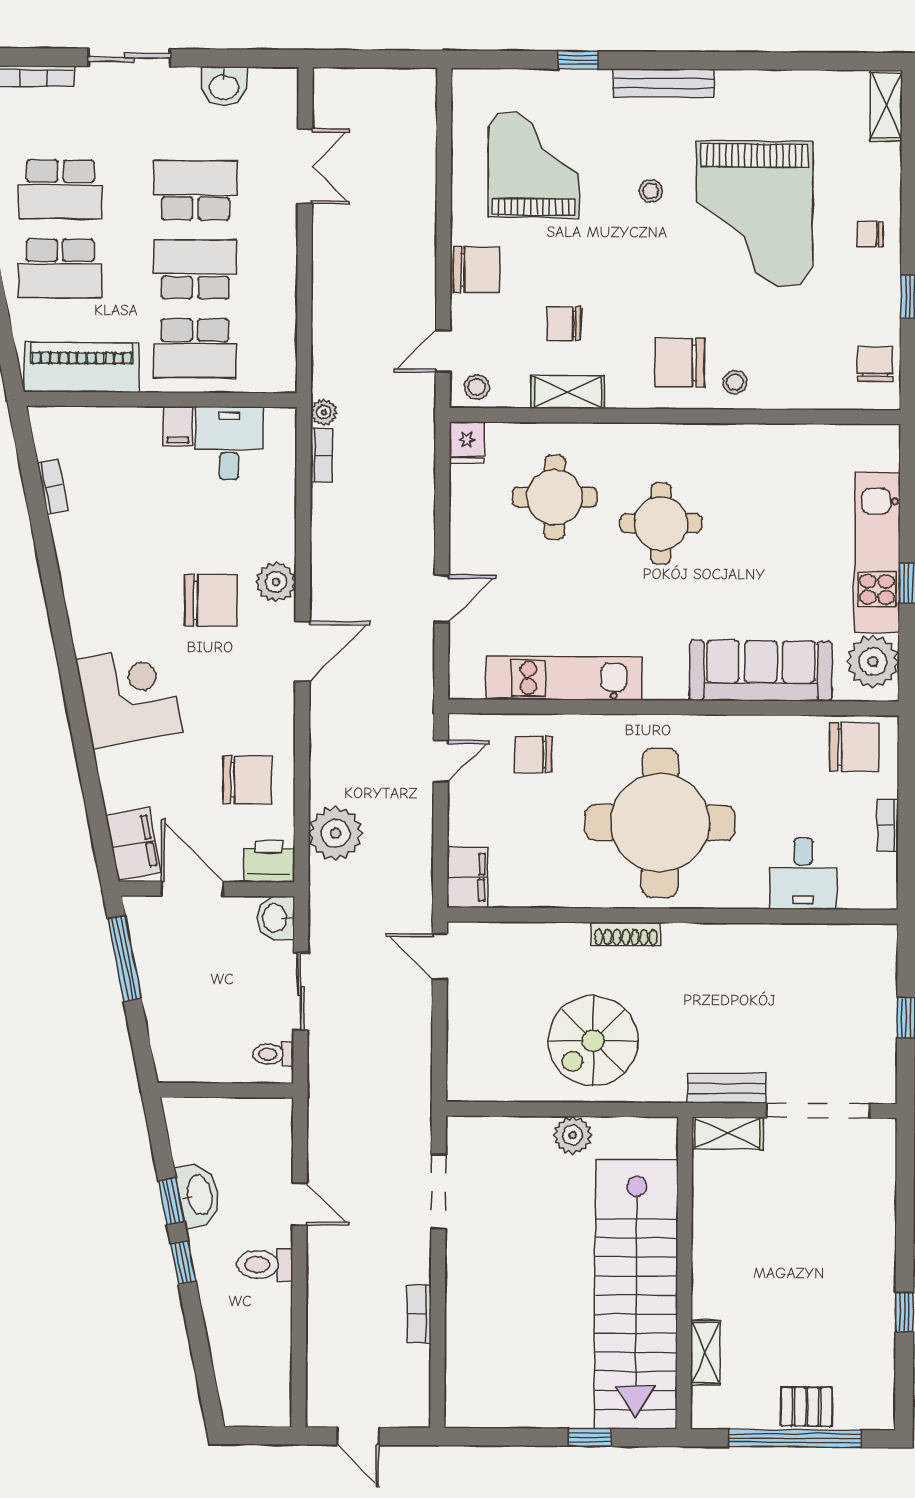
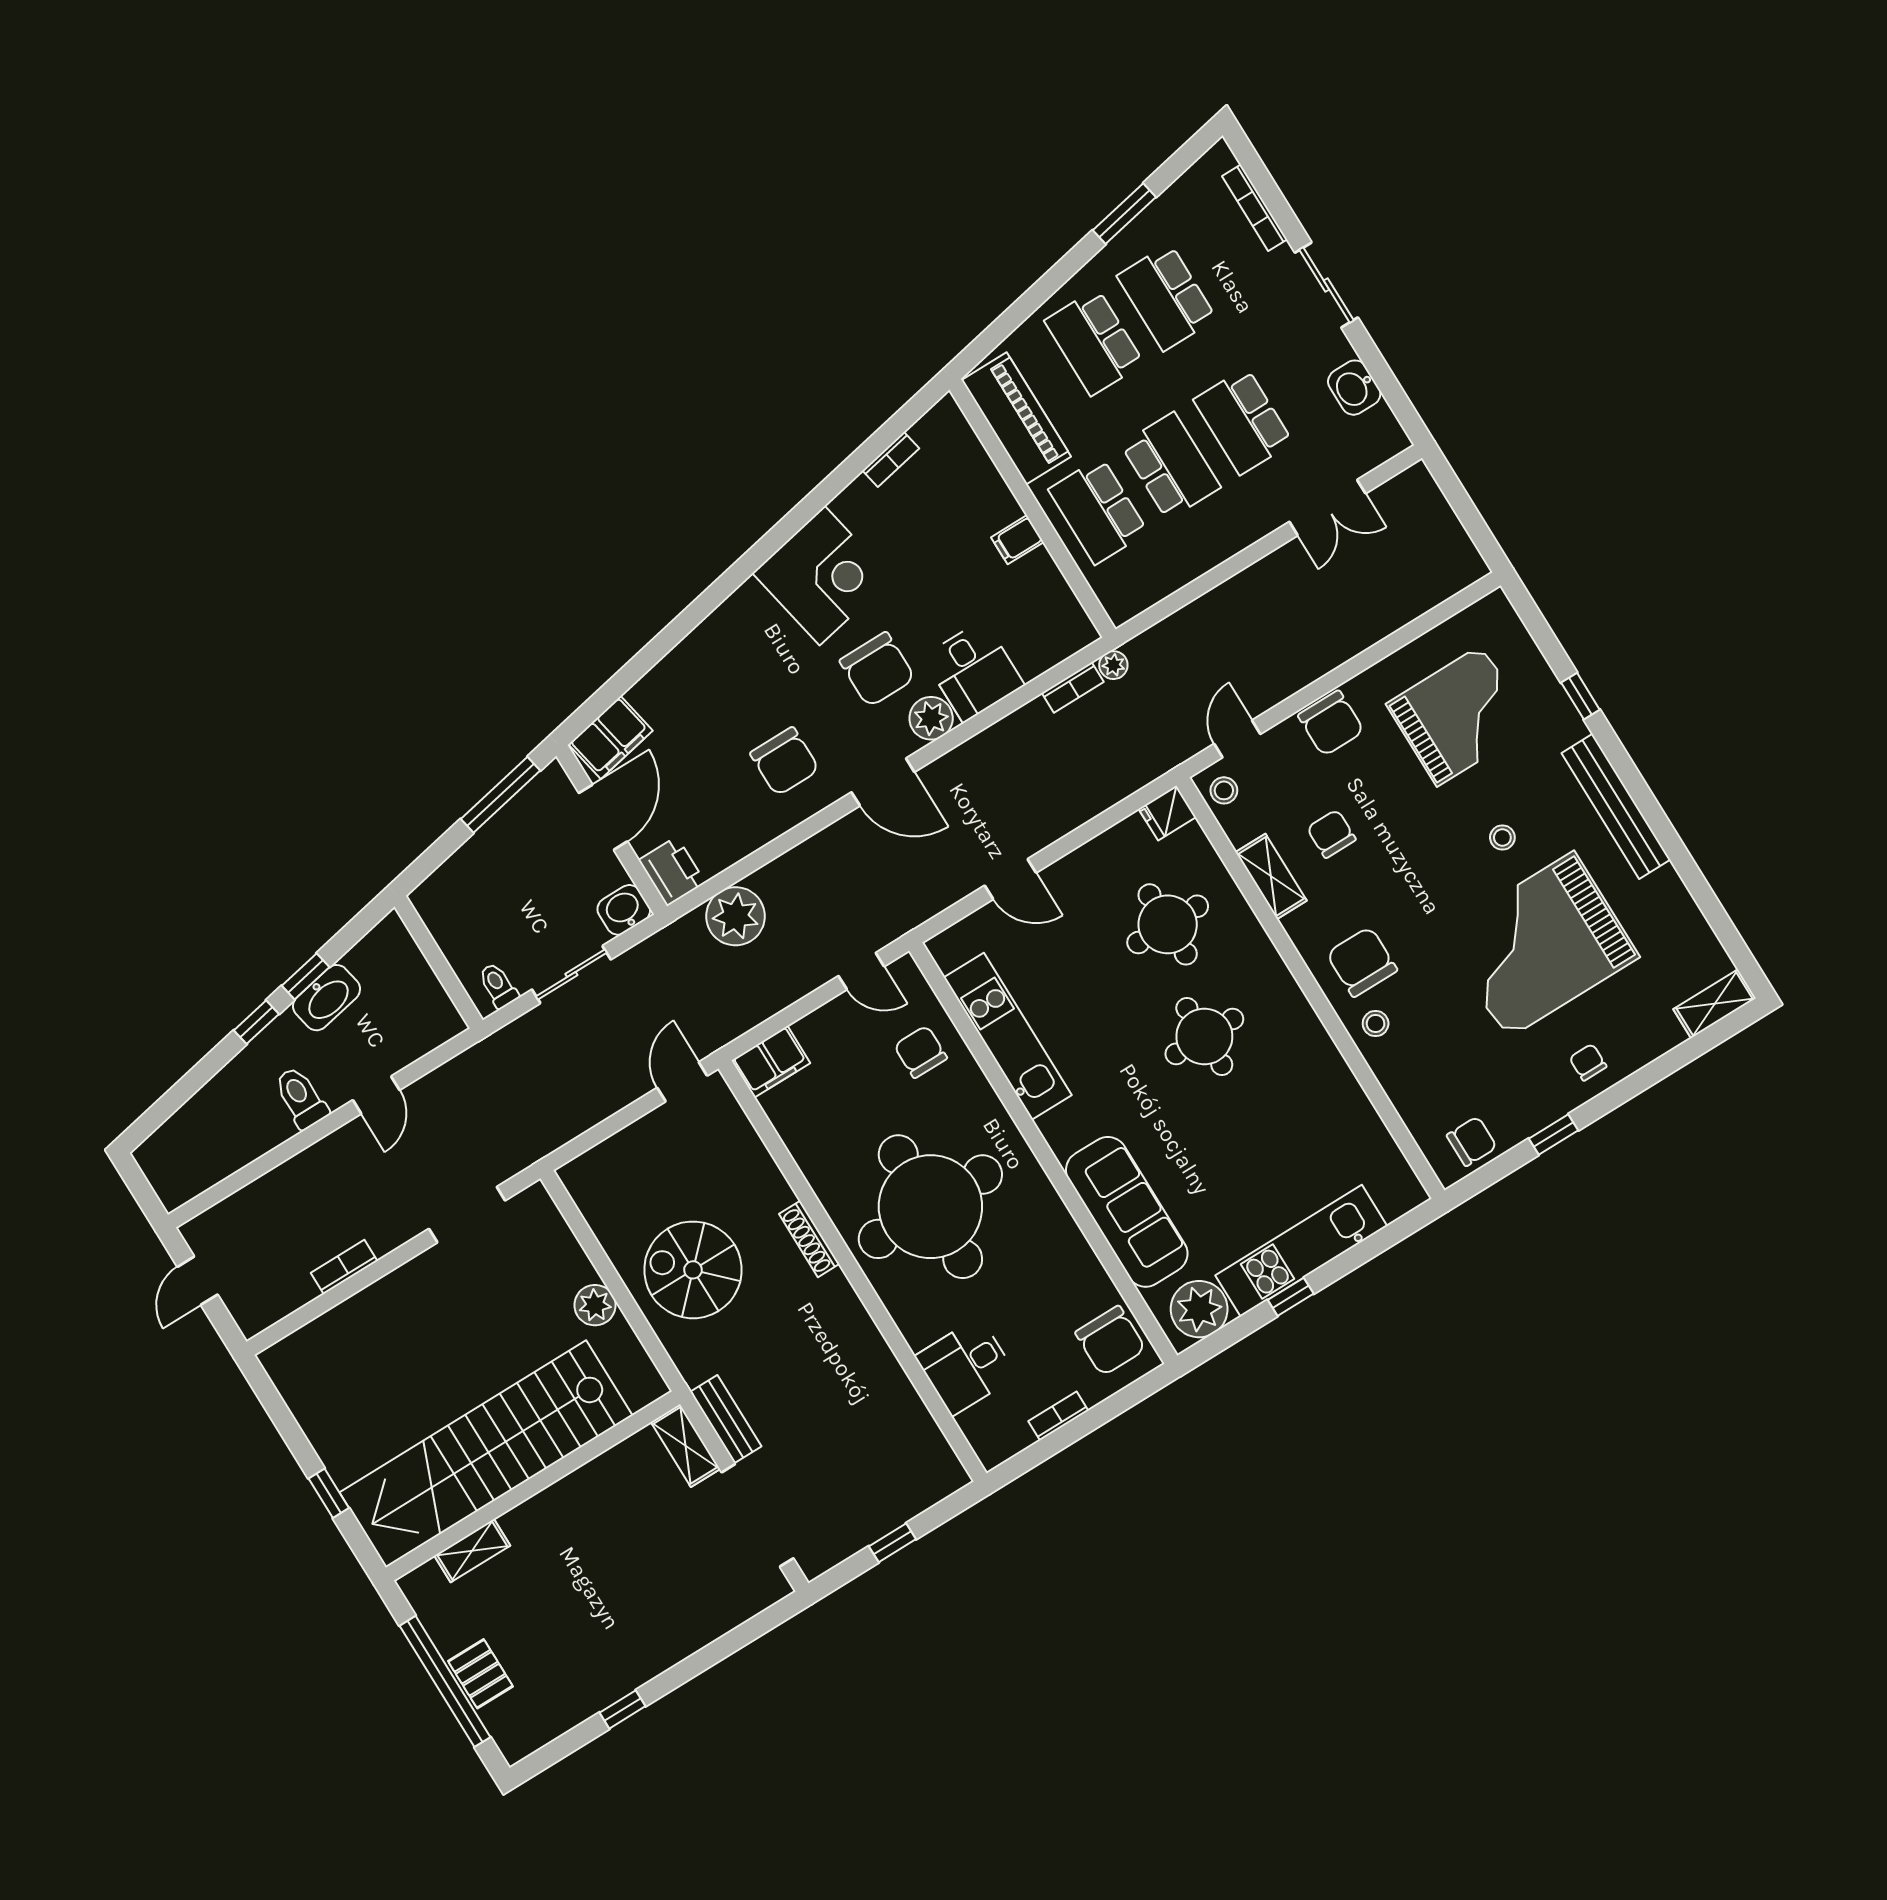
bench: (664, 83) -> (1616, 806), width x1.37, depth x1.21
school desk: (196, 190) -> (1243, 421), turned 180
door: (443, 351) -> (1237, 739), hinge flipped
desk: (229, 443) -> (974, 671), moved, turned 90
corner desk: (129, 696) -> (822, 576), moved
chair: (247, 780) -> (785, 761), moved

